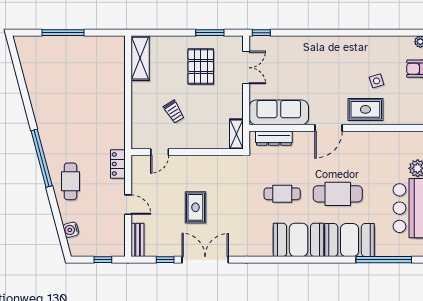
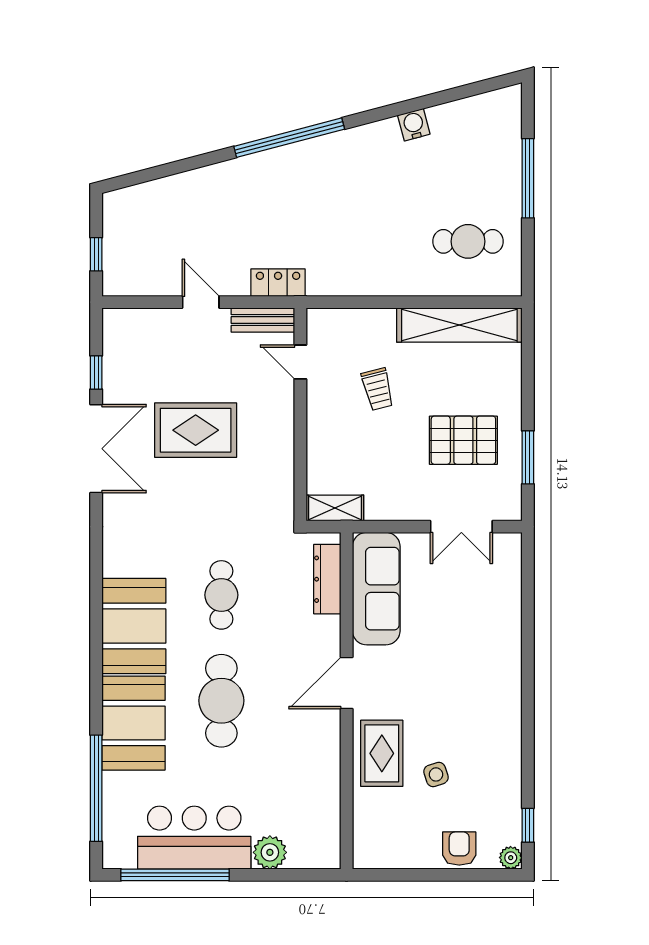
window: (261, 33) -> (528, 825), moved
shelving: (140, 58) -> (459, 325), width x1.47
trolley: (174, 112) -> (378, 389), turned -72
door: (328, 128) -> (347, 683), hinge flipped
cafe table: (70, 181) -> (468, 241), moved
door: (128, 205) -> (201, 302), swing flipped
rug: (195, 207) -> (196, 430), width x1.36, depth x1.43
water cooler: (71, 230) -> (414, 125), moved
bench: (138, 240) -> (263, 320), moved

